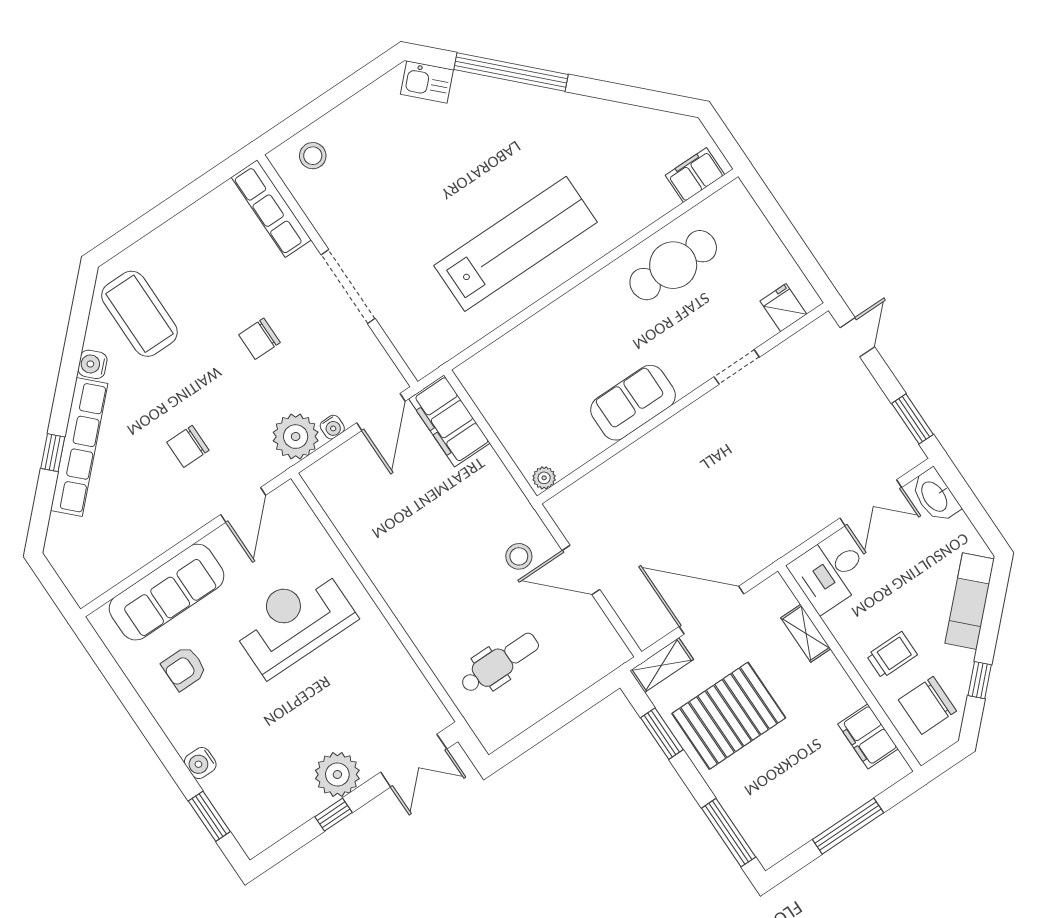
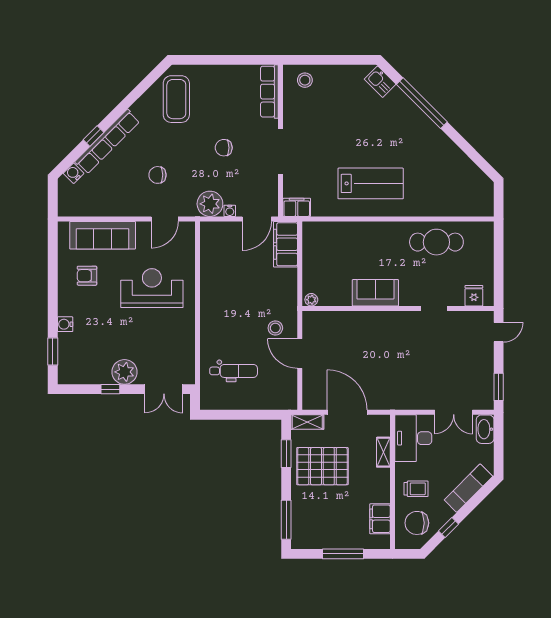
filing cabinet: (695, 175) -> (297, 207), moved
lab bench: (515, 244) -> (371, 183), width x0.73
water cooler: (92, 364) -> (74, 173), moved
desk: (830, 573) -> (413, 438), width x1.37

